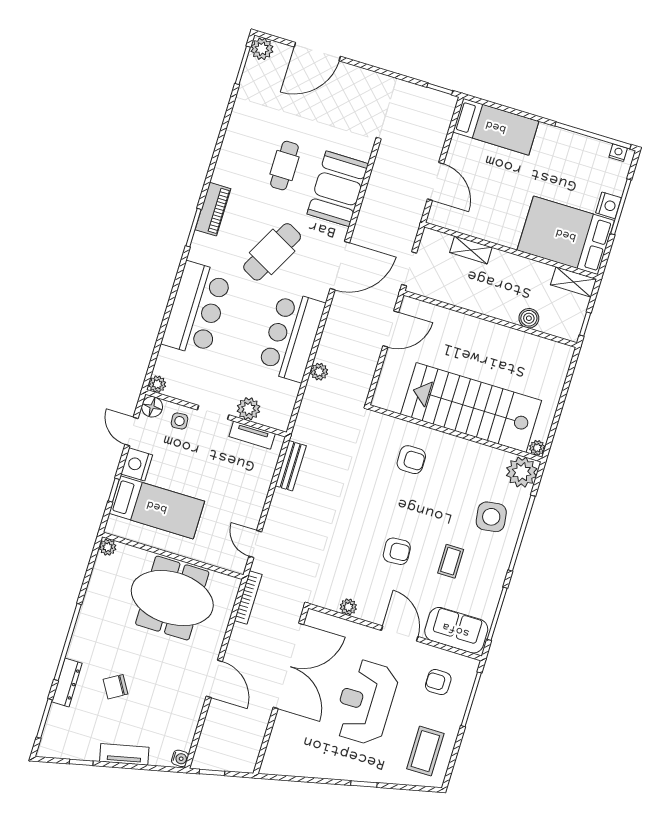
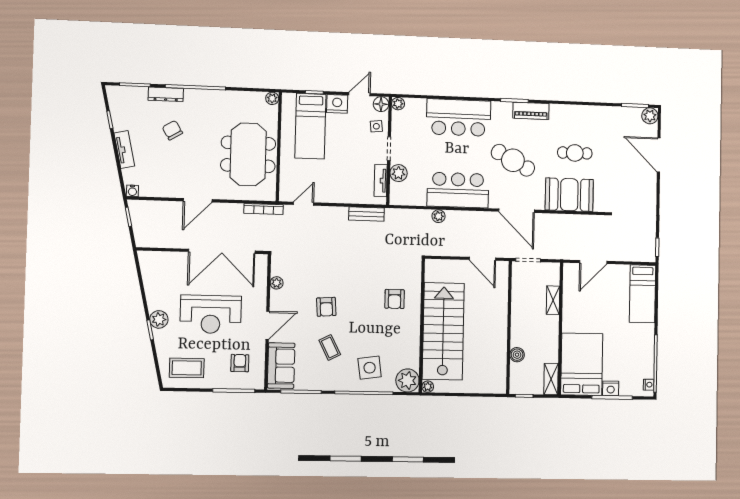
coffee table: (451, 561) -> (330, 347), turned 63
reception desk: (365, 702) -> (211, 314), turned 180
plant: (354, 769) -> (159, 319), added

